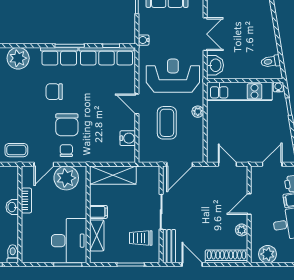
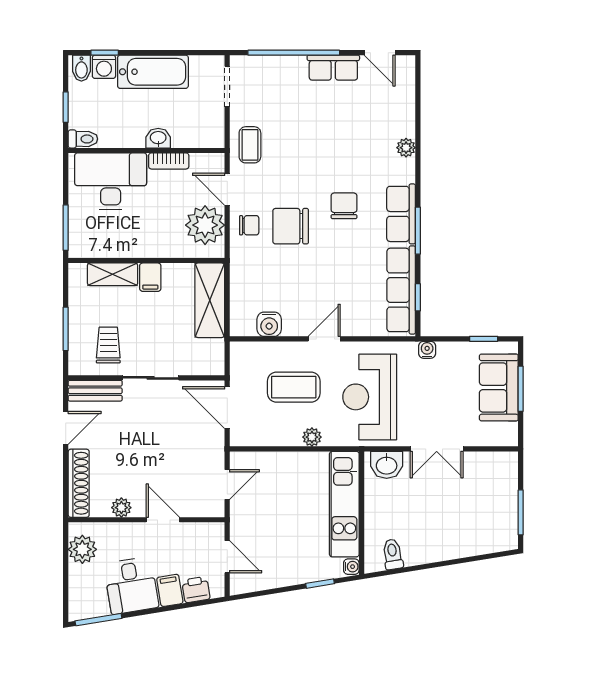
plant: (18, 58) -> (406, 148), width x0.53, depth x0.53
reception desk: (173, 76) -> (370, 397), turned 180
desk: (69, 241) -> (111, 181), moved, turned 180

